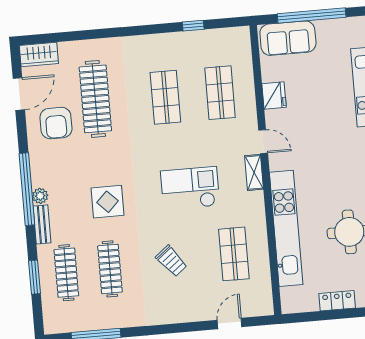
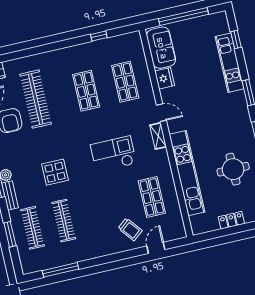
sofa: (288, 38) -> (161, 48), moved, turned -90
trolley: (171, 261) -> (130, 229), moved

